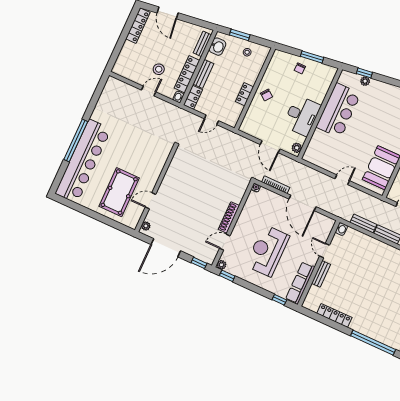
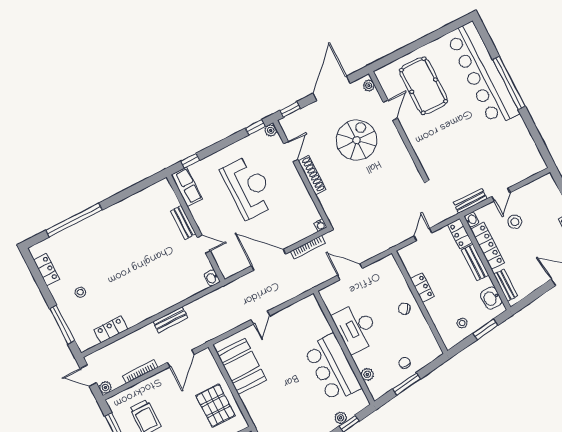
plant: (297, 148) -> (367, 374), moved
spiral stairs: (186, 207) -> (357, 140), added
bench: (363, 224) -> (470, 201), moved
row of seats: (300, 283) -> (187, 187), width x0.68
locker: (334, 315) -> (131, 203), removed

